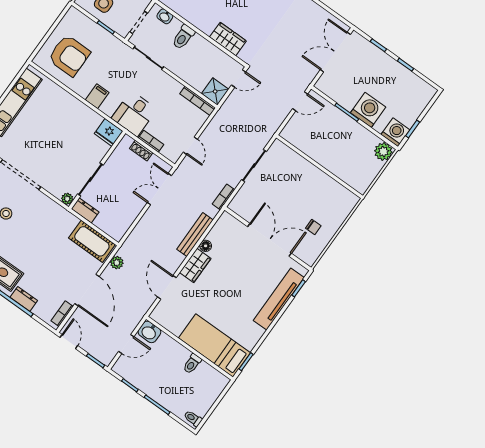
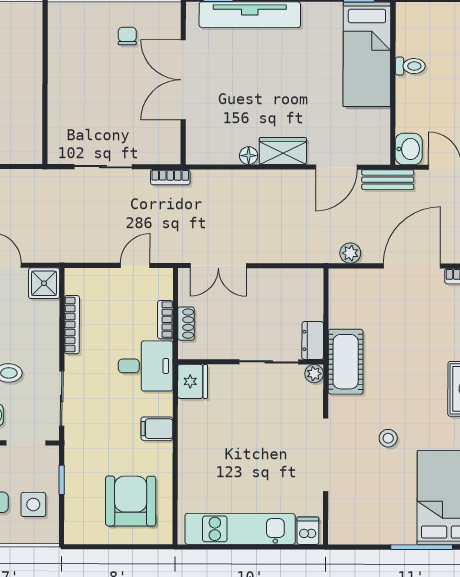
bookcase: (198, 101) -> (72, 325), moved
bench: (195, 235) -> (388, 180), moved, width x0.73
cot: (92, 241) -> (346, 362), moved

